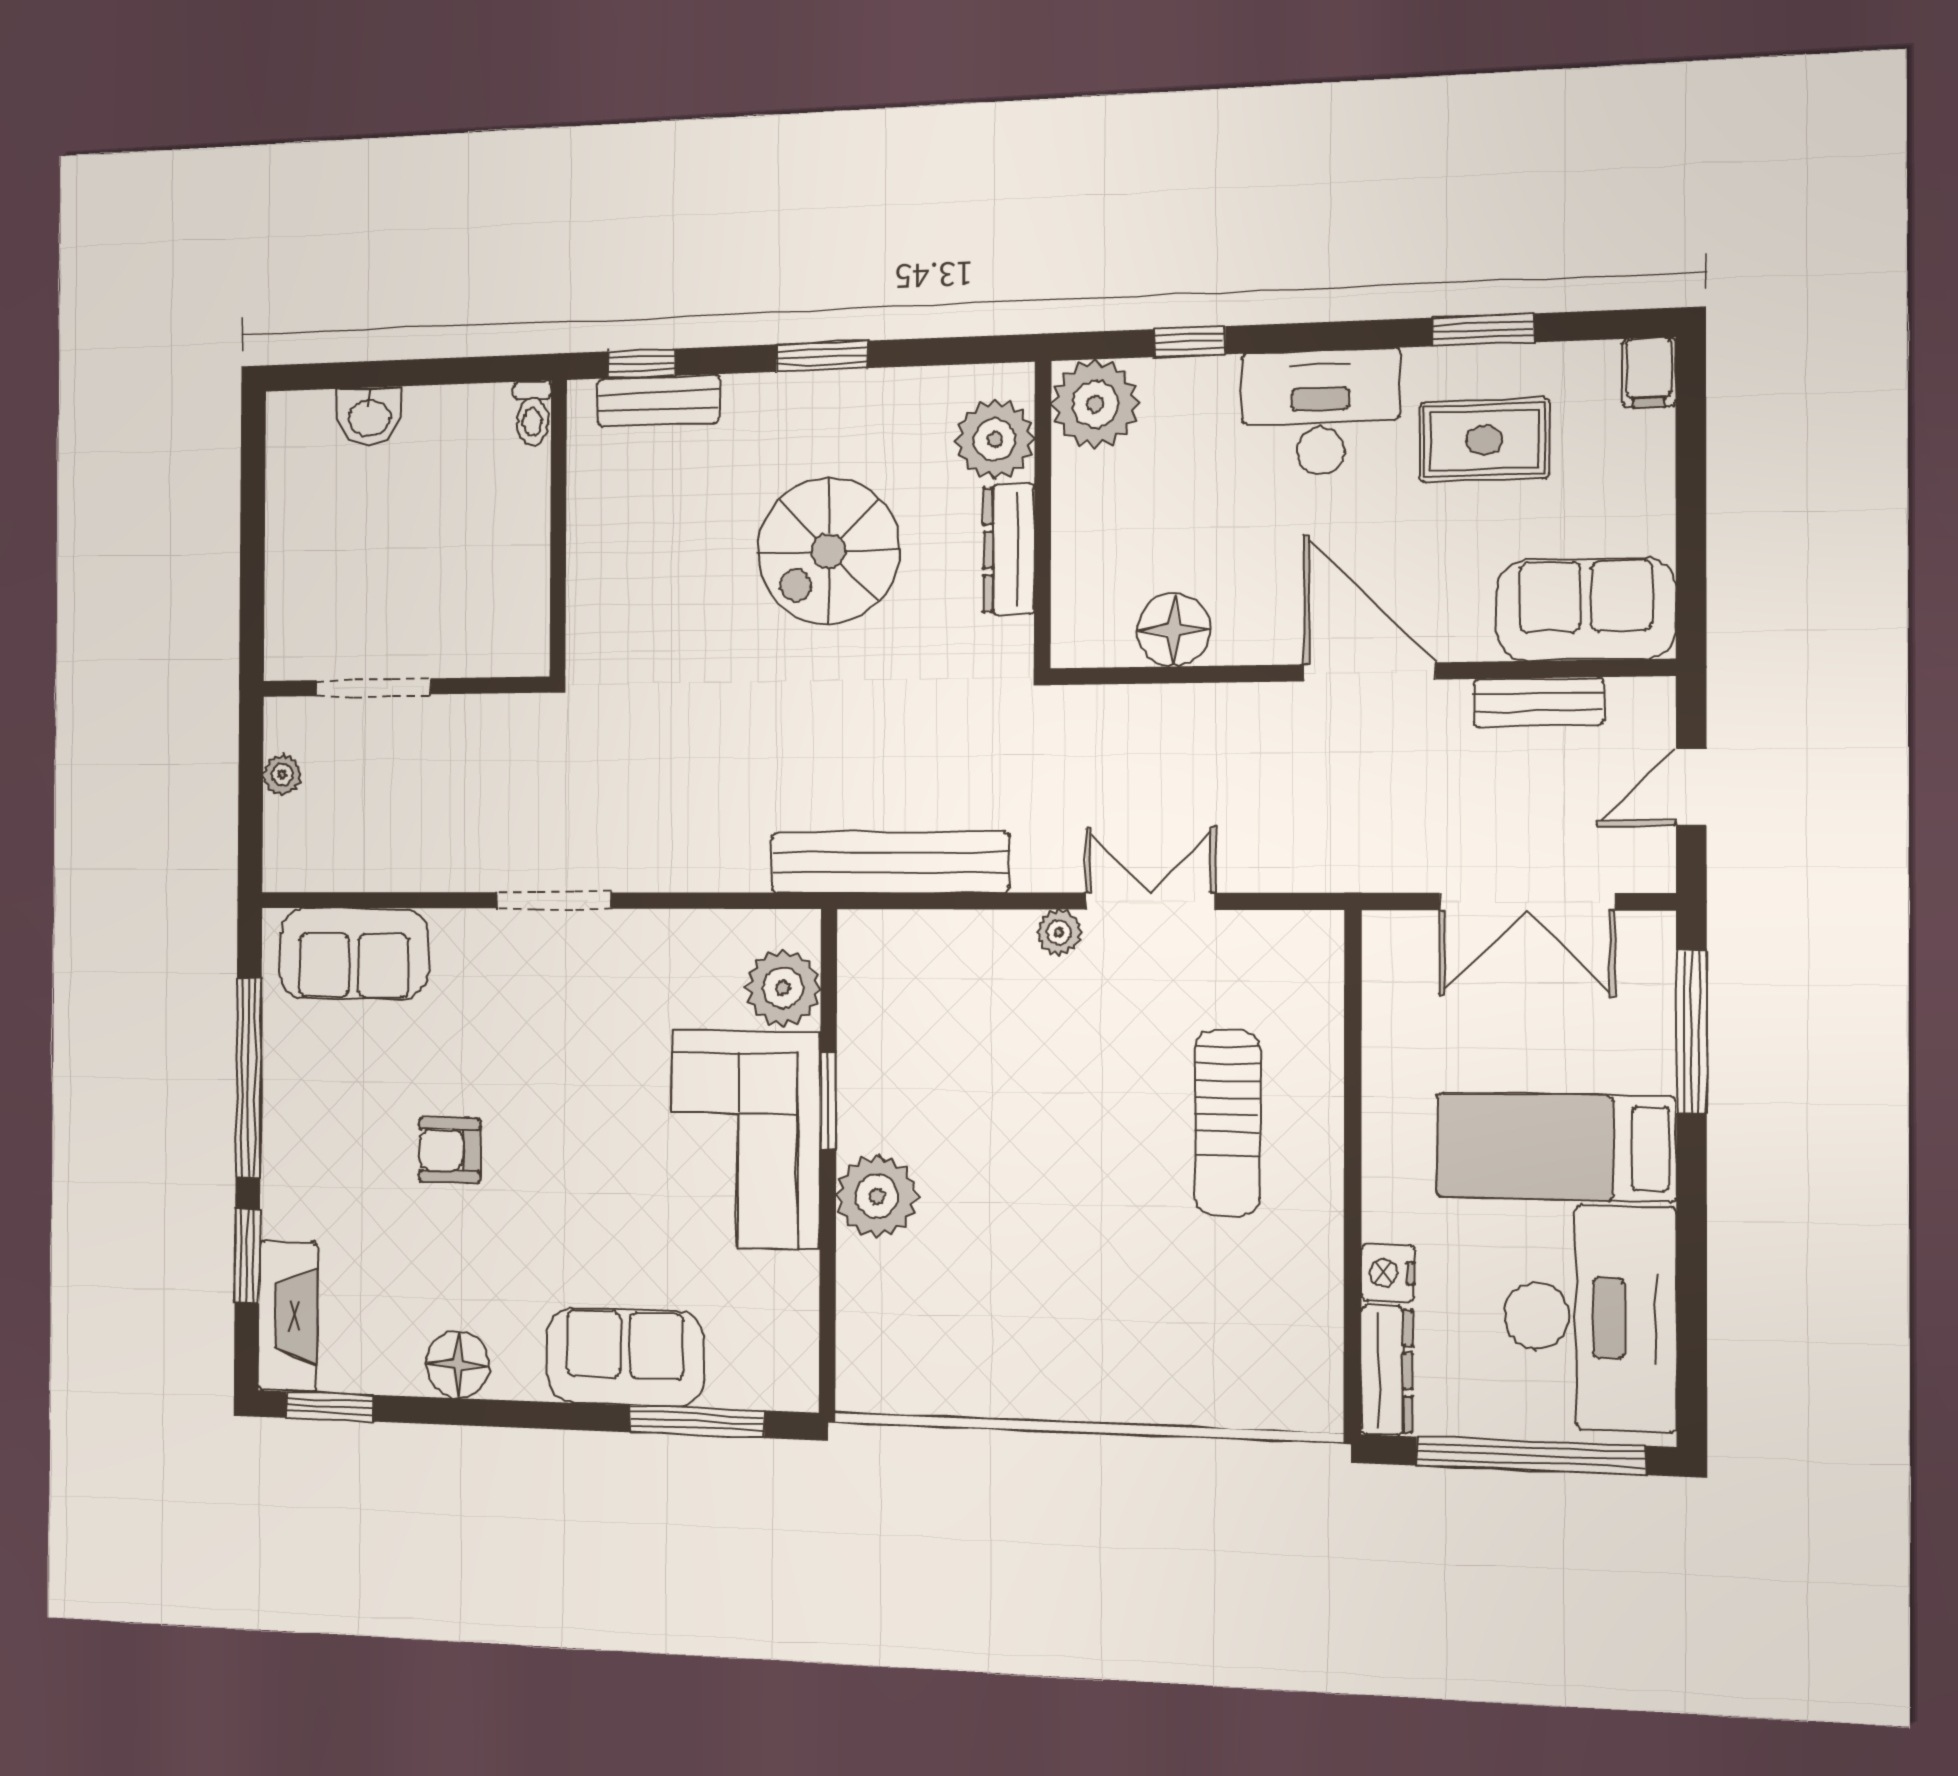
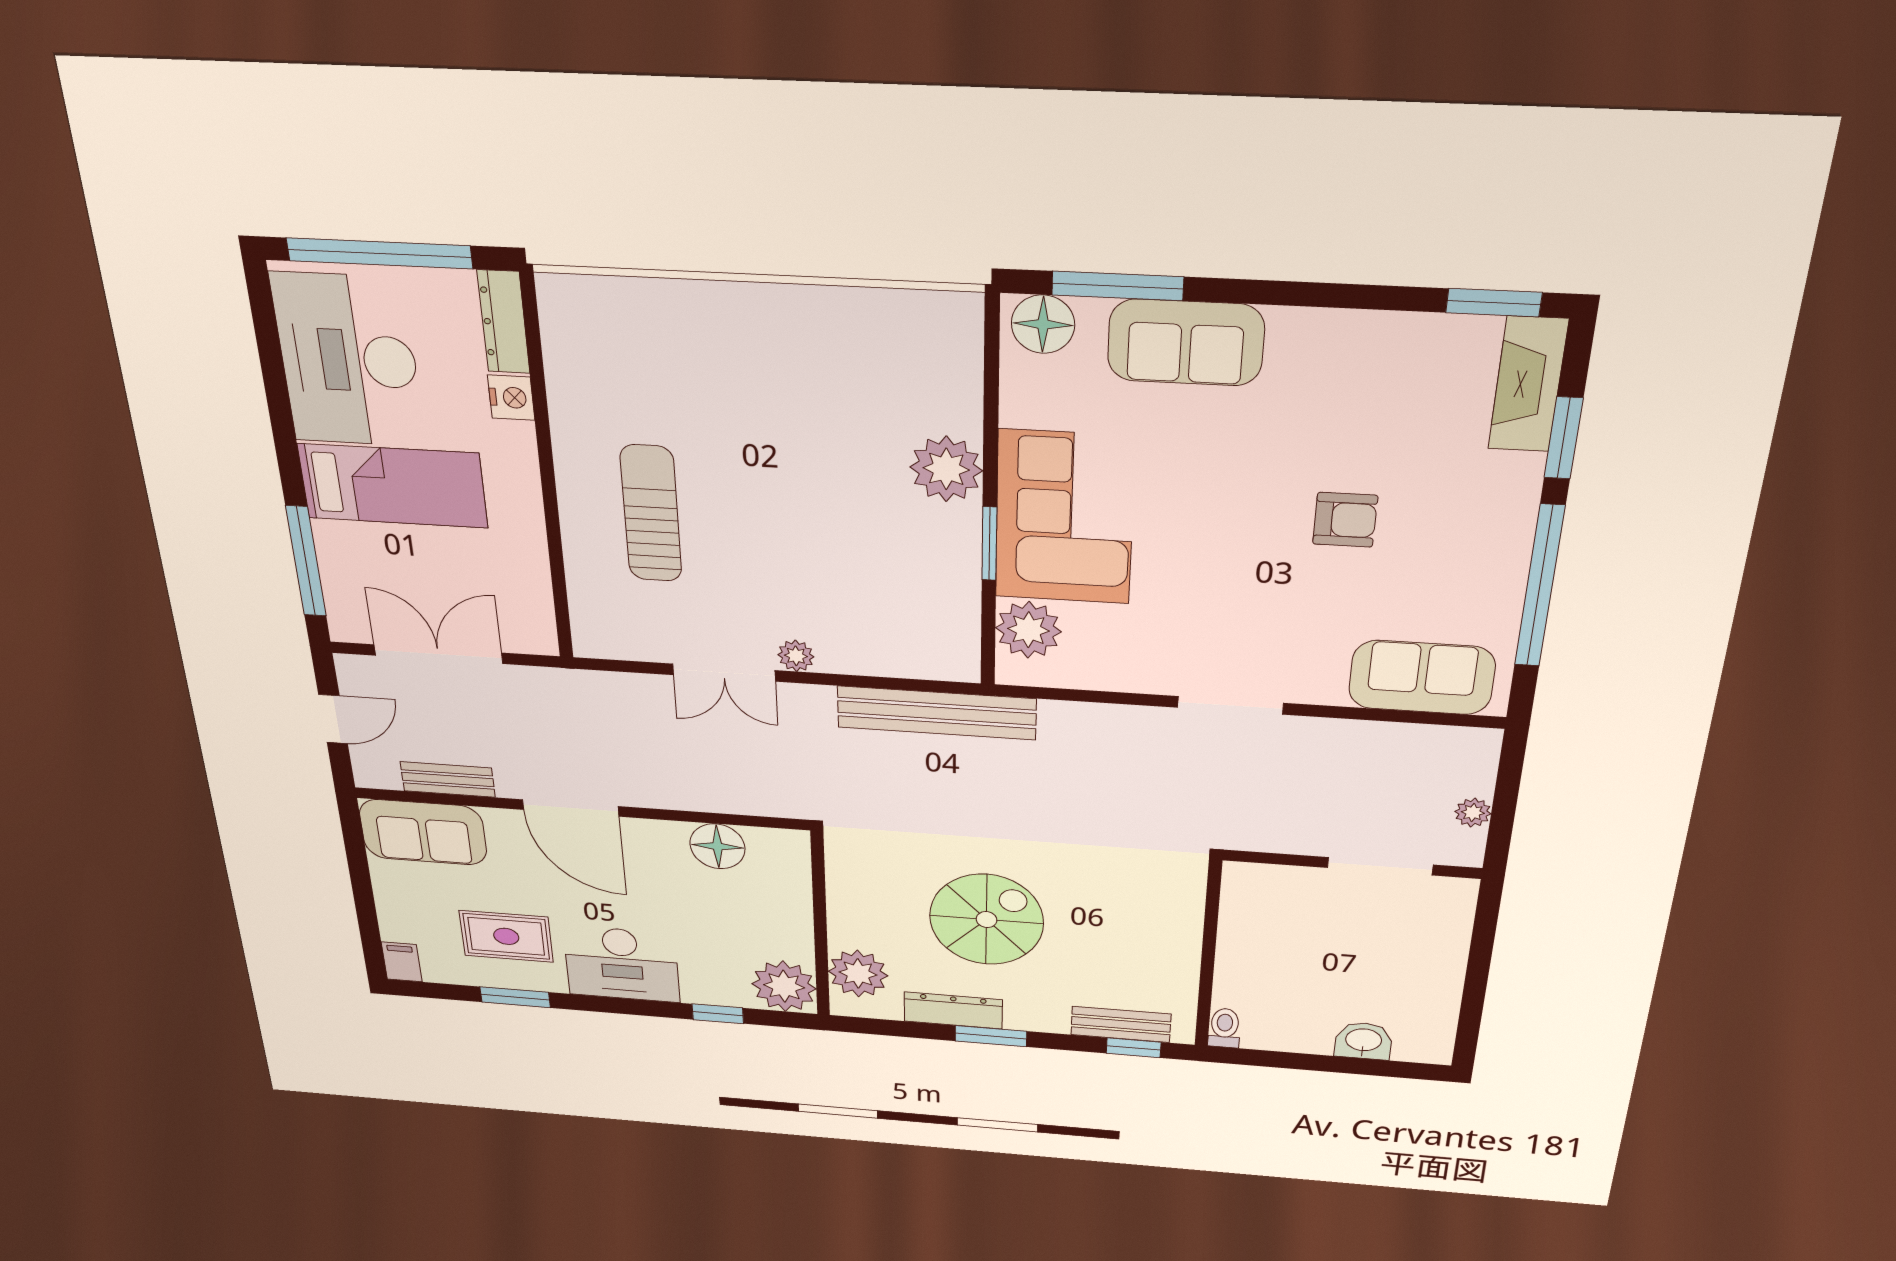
dresser: (1009, 549) -> (953, 1010), moved, turned -90
floor lamp: (458, 1365) -> (1043, 324), moved

